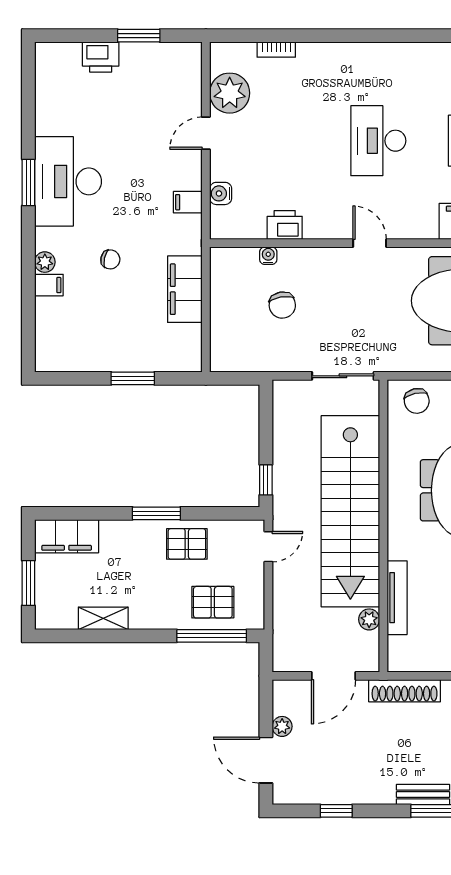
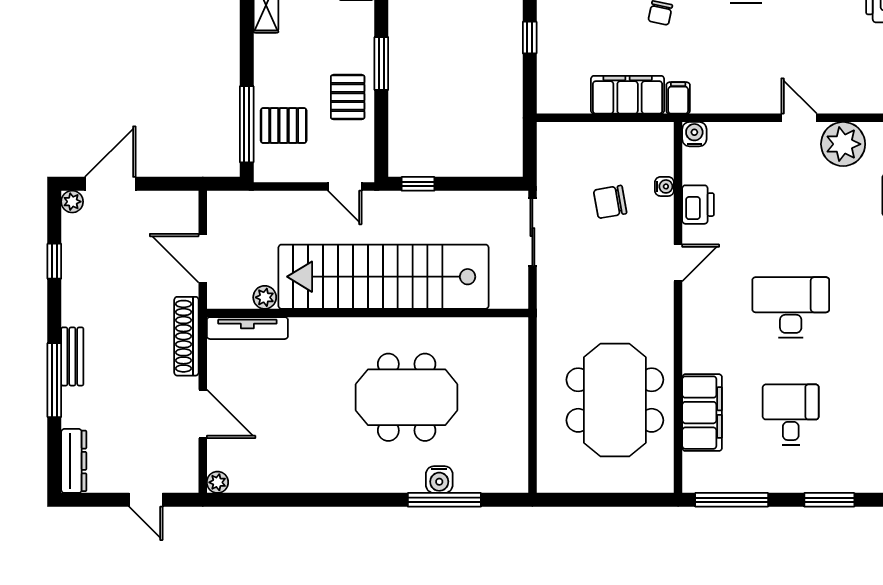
water cooler: (221, 193) -> (694, 134), moved
filing cabinet: (188, 202) -> (678, 98), moved
door: (370, 243) -> (678, 263), moved
sliding door: (343, 376) -> (532, 232), moved
window: (133, 378) -> (530, 38), width x0.67
chair: (417, 401) -> (505, 350), removed
tv unit: (397, 598) -> (247, 328), moved
pallet: (213, 602) -> (284, 126), turned 90
plant: (282, 726) -> (72, 202), moved

